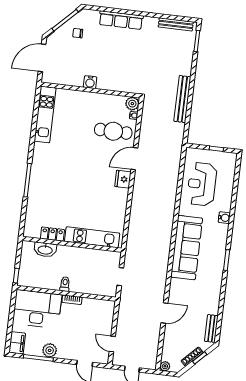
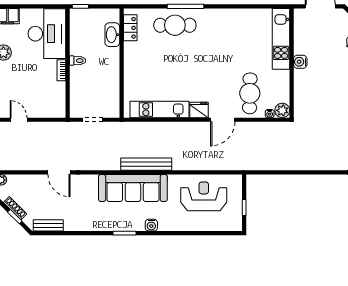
bench: (182, 99) -> (146, 164), moved
kitchen unit: (45, 114) -> (281, 39), moved, turned 90
door: (134, 159) -> (223, 120), swing flipped
cafe table: (43, 192) -> (175, 25), added
water cooler: (224, 218) -> (151, 225), moved
locker: (52, 234) -> (130, 28), moved
kitchen unit: (92, 237) -> (159, 110), moved, turned -90
door: (112, 344) -> (19, 120), hinge flipped

